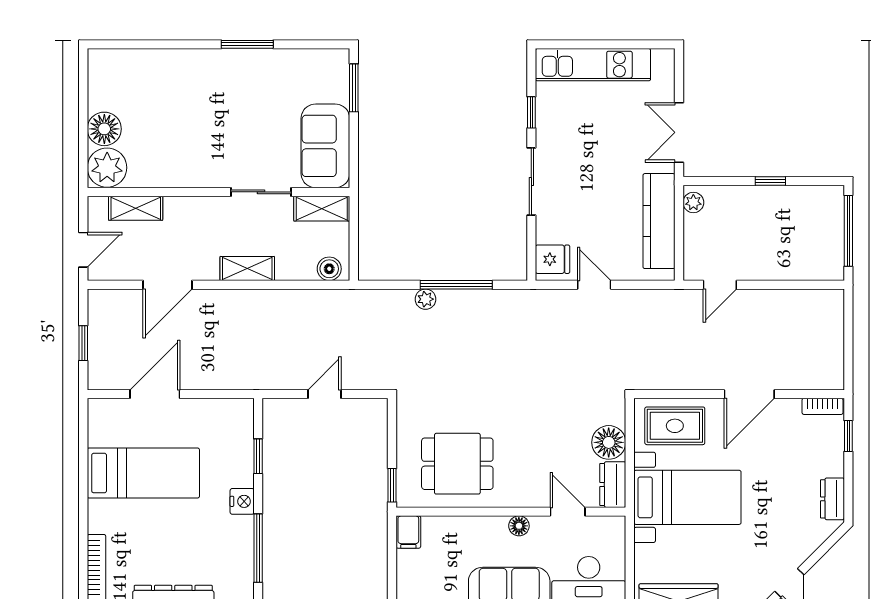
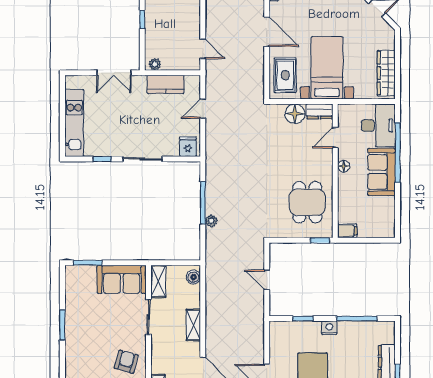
armchair: (184, 154) -> (126, 362), added
kitchen counter: (659, 221) -> (166, 84), width x0.67
door: (594, 285) -> (203, 109), moved

